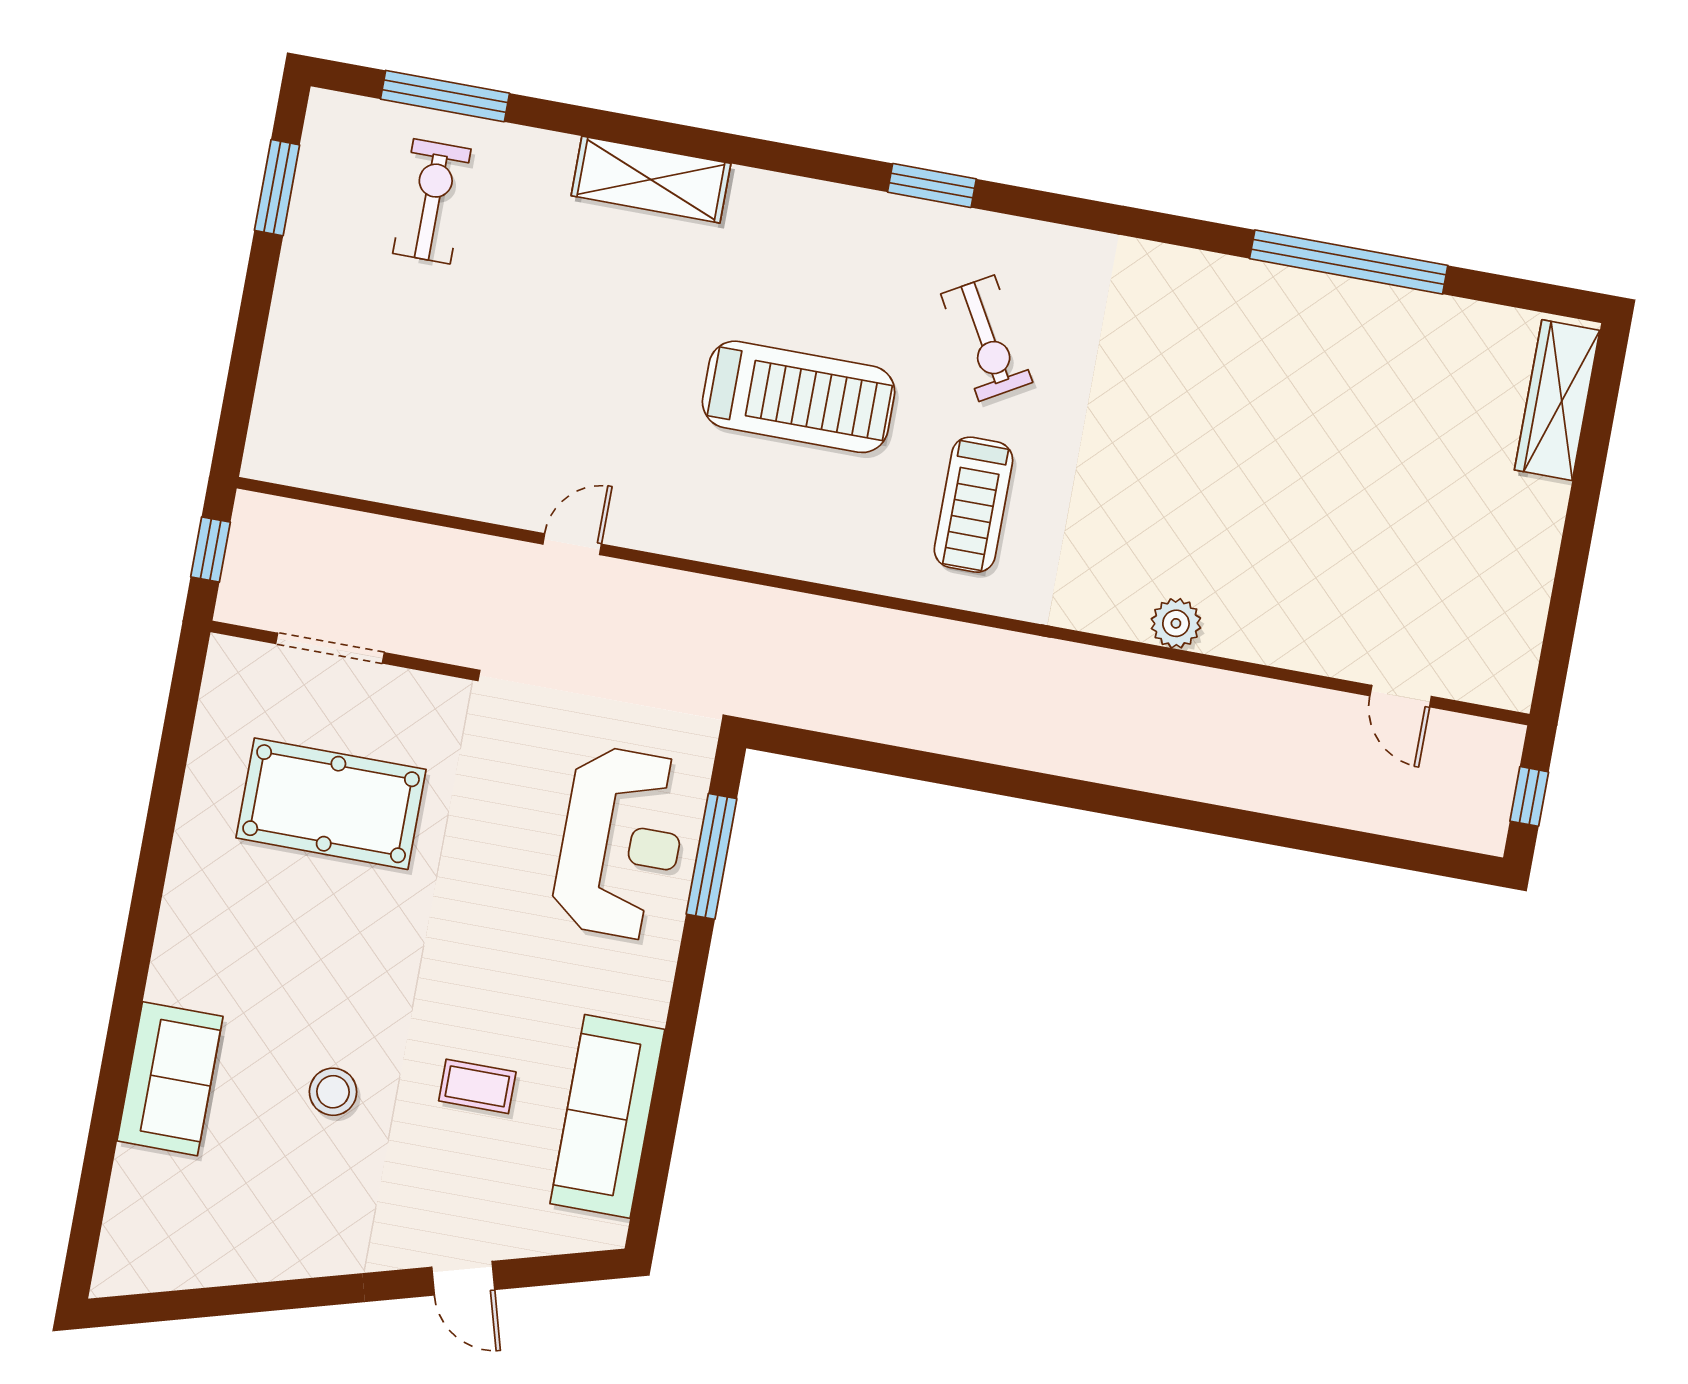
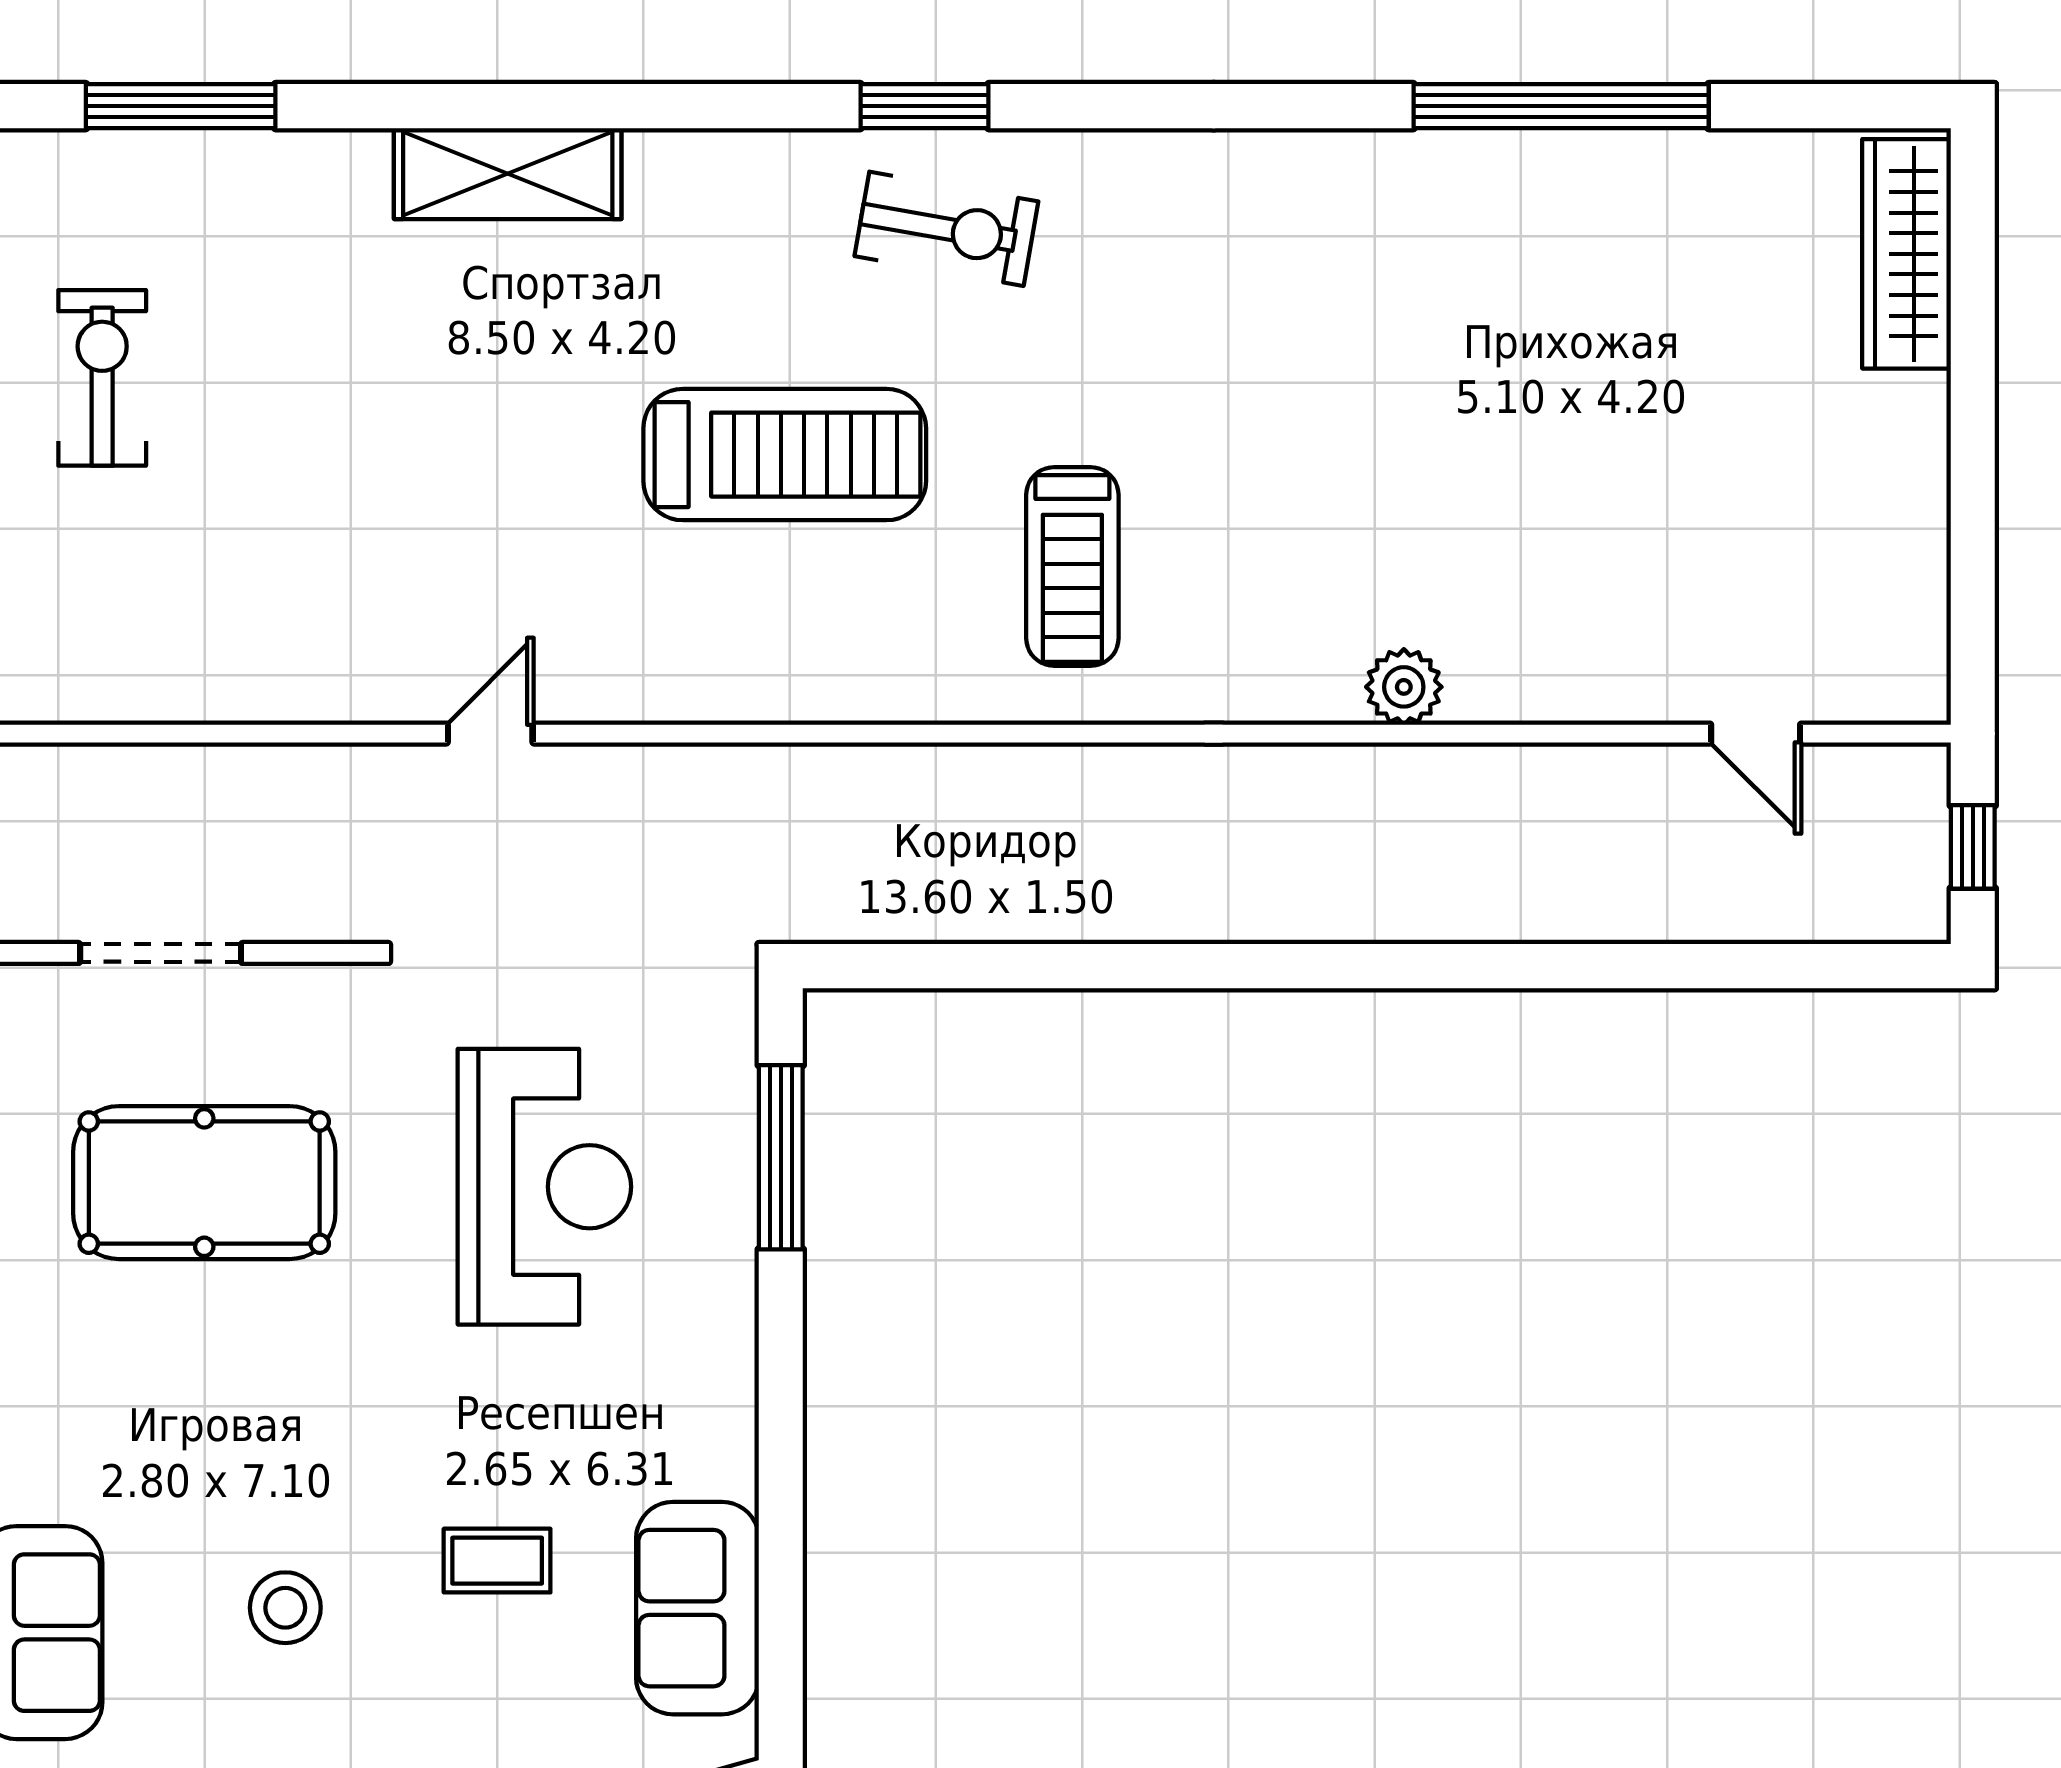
exercise bike: (432, 201) -> (102, 378), moved
exercise bike: (987, 338) -> (946, 229), moved, turned -50
reception desk: (621, 843) -> (544, 1187), moved
sofa: (607, 1116) -> (697, 1608), width x0.73

